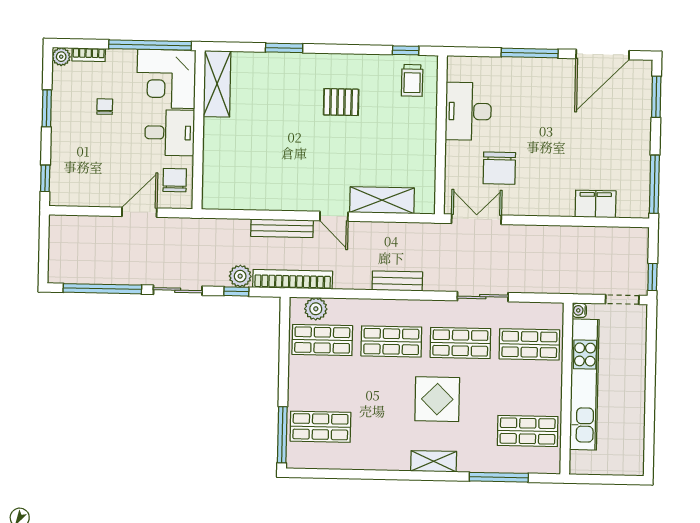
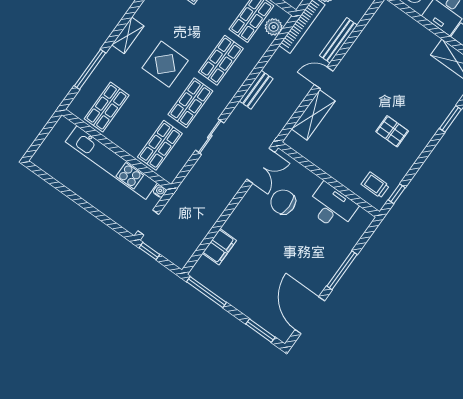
pallet: (341, 102) -> (392, 131), turned 90

